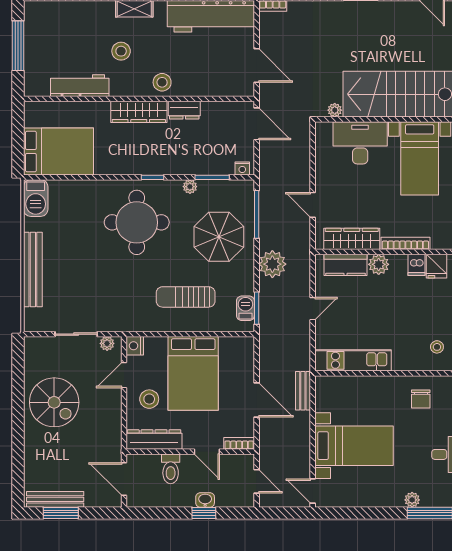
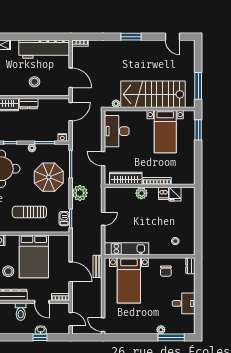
stool: (162, 82) -> (34, 82), moved
door: (257, 124) -> (71, 112), hinge flipped
desk: (360, 143) -> (117, 131), moved, turned -90
kitchen counter: (345, 265) -> (122, 193), removed
bed with nightstands: (354, 446) -> (129, 280), moved, turned 90

